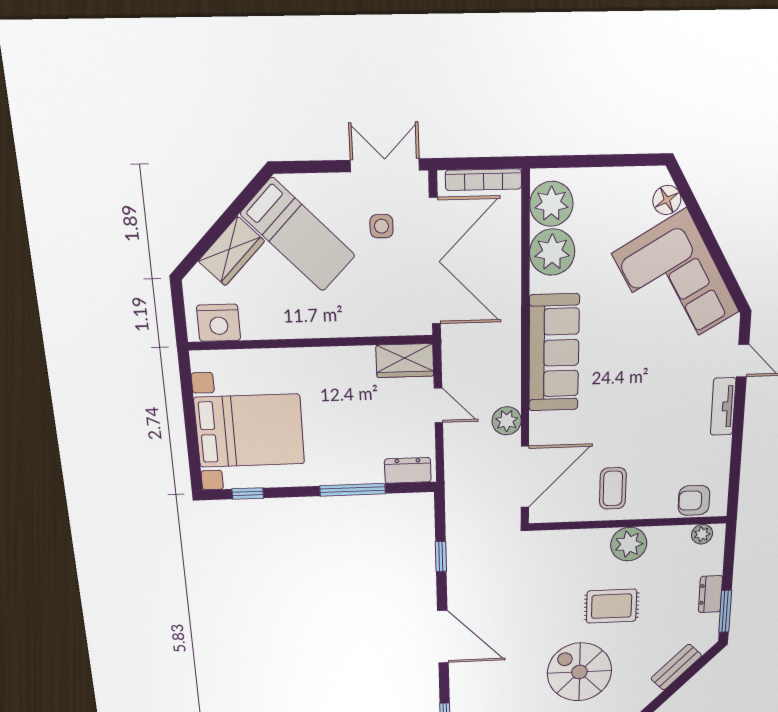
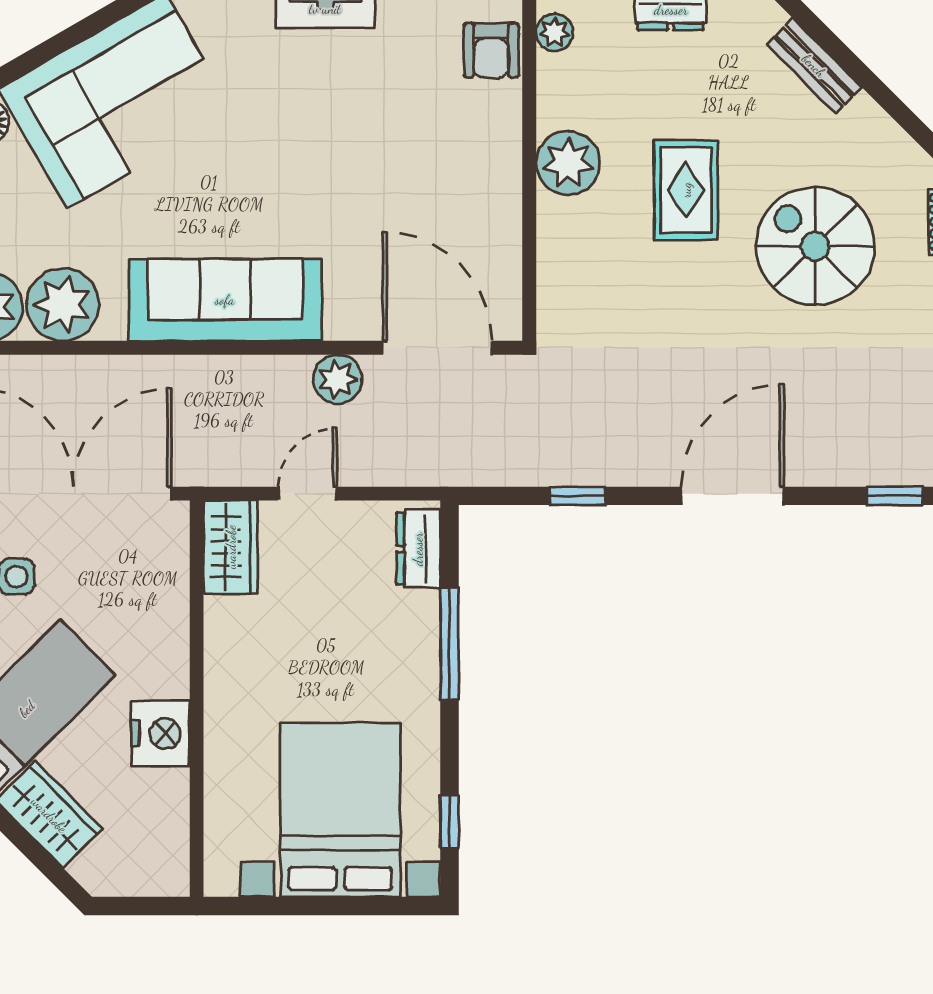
nightstand: (219, 323) -> (160, 734), moved
coffee table: (613, 488) -> (464, 194), removed
spiral stairs: (579, 672) -> (815, 246), turned 90

